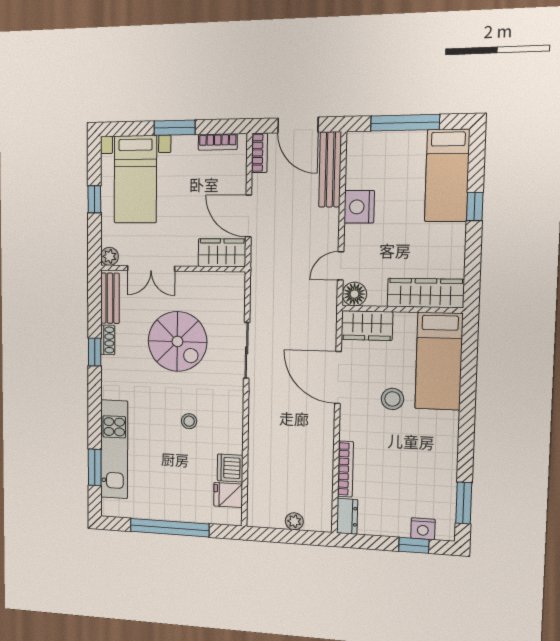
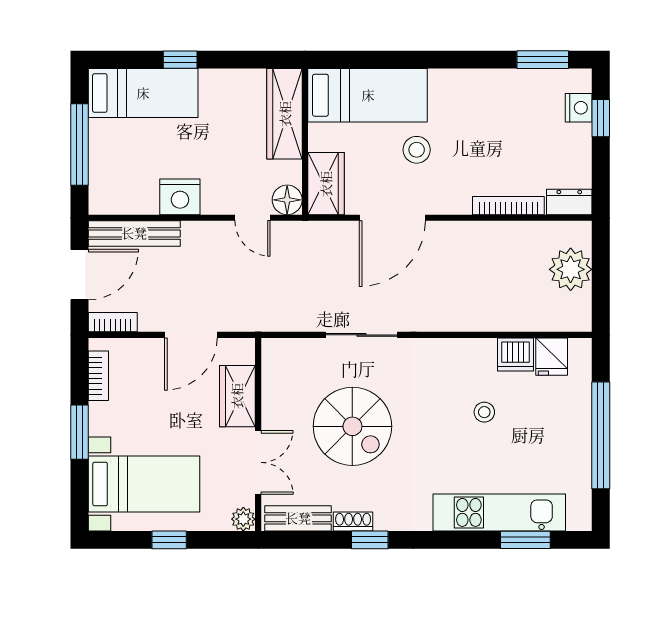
wardrobe: (222, 253) -> (237, 396), moved
spiral stairs: (177, 341) -> (352, 426), turned 90
stool: (189, 421) -> (484, 412), moved
plant: (294, 521) -> (571, 269), width x1.88, depth x1.88

